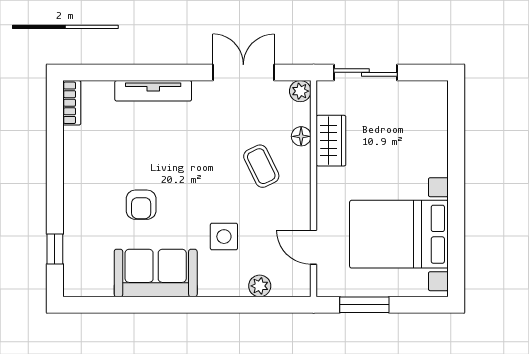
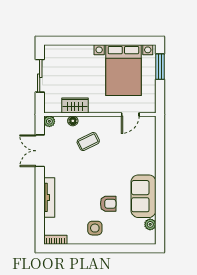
sliding door: (365, 72) -> (40, 76), moved
side table: (224, 237) -> (95, 228), moved
window: (55, 249) -> (131, 248), removed
plant: (260, 286) -> (150, 224), moved
window: (364, 305) -> (160, 67), moved

